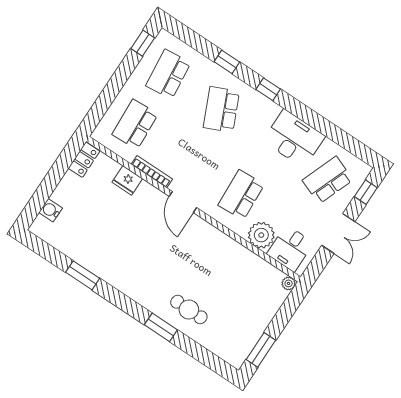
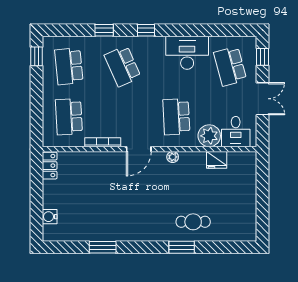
fridge: (127, 180) -> (217, 160), moved
school desk: (328, 180) -> (230, 66), turned -36
door: (183, 202) -> (139, 149), hinge flipped
plant: (289, 283) -> (173, 157), moved
window: (261, 350) -> (262, 217), removed

